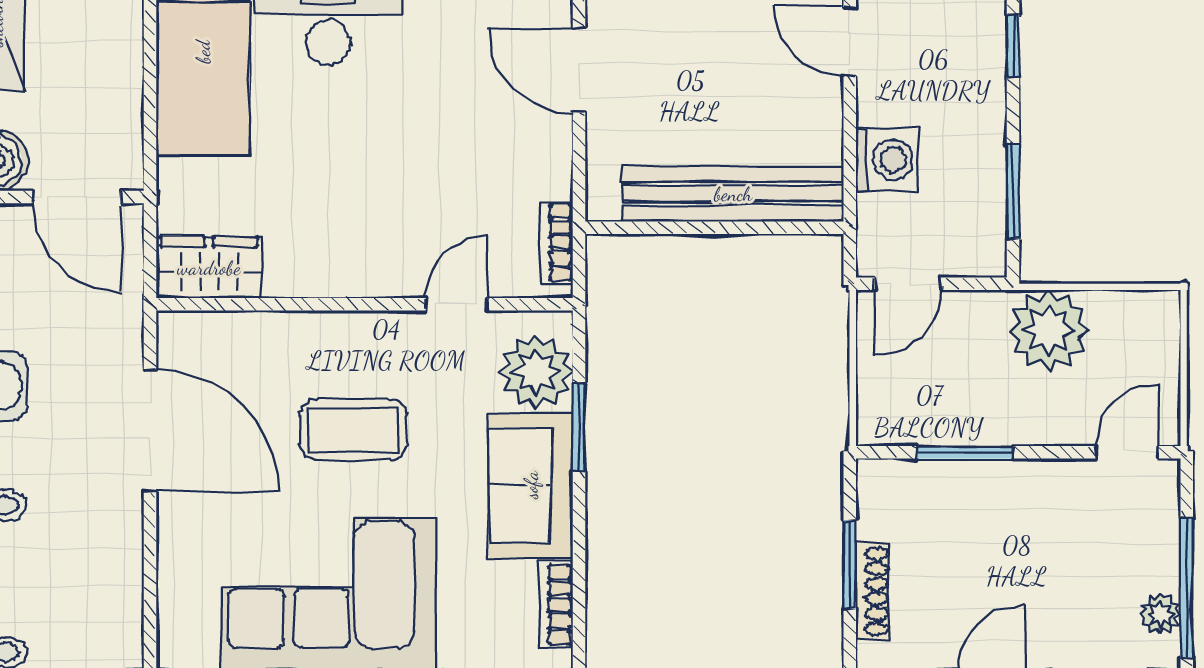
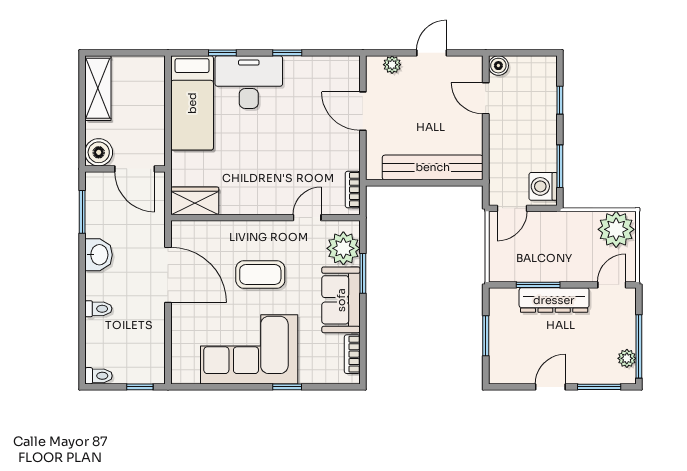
washing machine: (887, 160) -> (543, 186), moved, turned 180
plant: (1049, 330) -> (616, 229), moved
dresser: (1000, 486) -> (554, 300), added
shoe rack: (872, 591) -> (496, 348), removed

